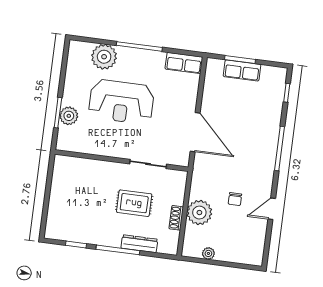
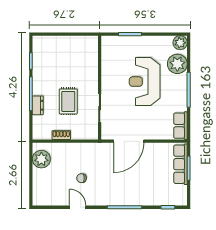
row of seats: (242, 70) -> (181, 164), width x1.48
plant: (69, 116) -> (180, 43), moved
plant: (199, 213) -> (68, 152), removed
dresser: (139, 244) -> (38, 105), width x0.70
plant: (208, 253) -> (41, 159), width x1.87, depth x1.87

